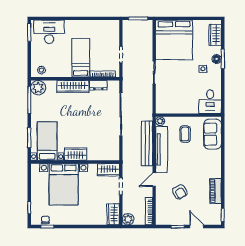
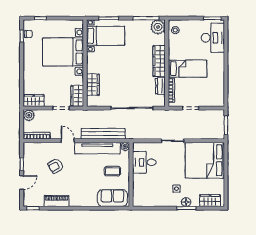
desk: (210, 102) -> (144, 162), moved
wardrobe: (75, 154) -> (93, 85), moved

